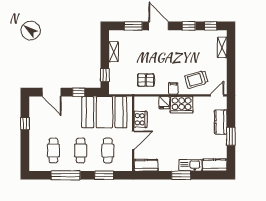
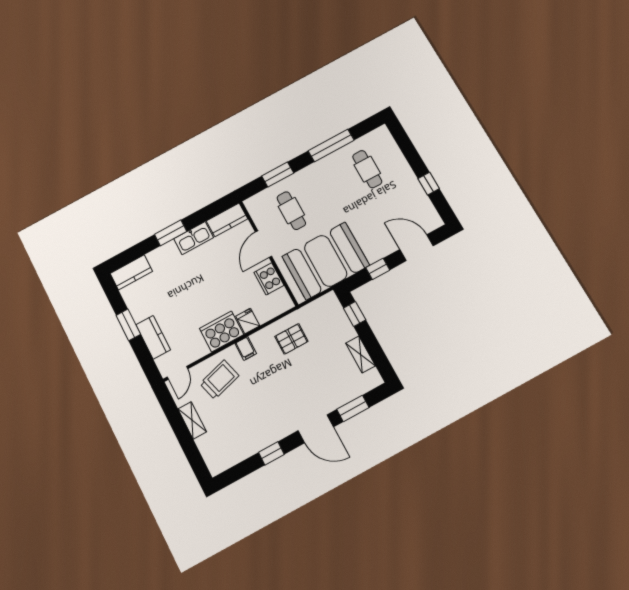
window: (211, 26) -> (239, 471), removed
shelving: (222, 47) -> (192, 420), moved
cafe table: (81, 151) -> (329, 190), removed
kitchen sink: (190, 165) -> (194, 238), moved

